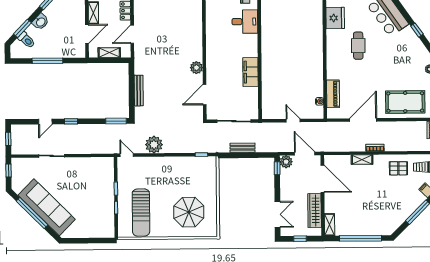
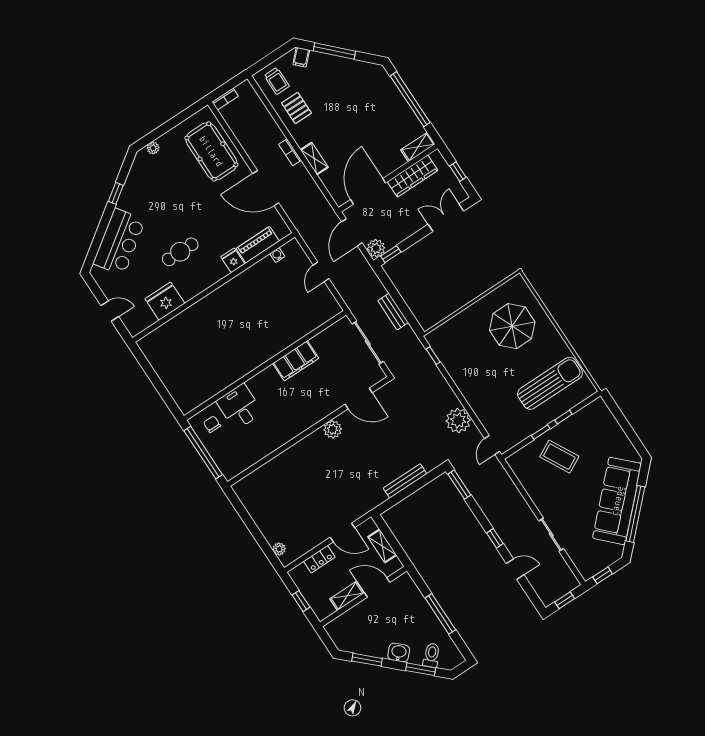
fridge: (333, 73) -> (233, 260), added
coffee table: (94, 190) -> (559, 457), added

